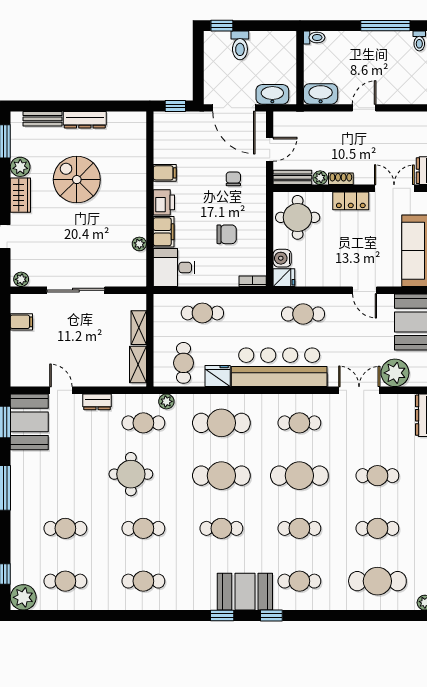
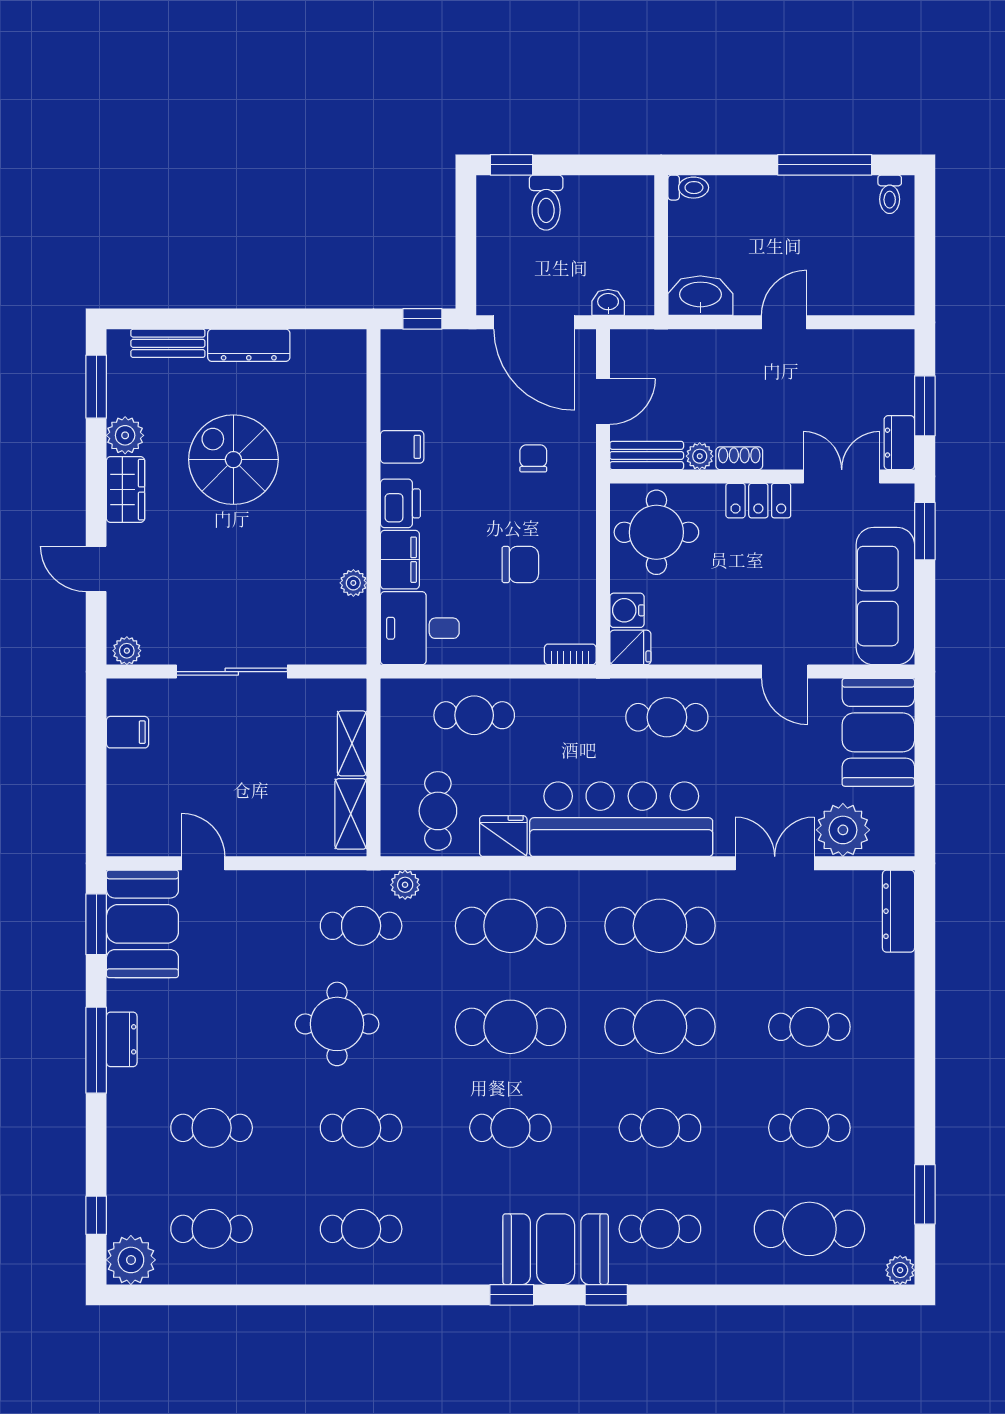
washbasin: (272, 94) -> (608, 302), width x0.52, depth x0.69
dresser: (97, 402) -> (122, 1039), moved, turned -90
cafe table: (299, 423) -> (660, 926), width x1.37, depth x1.35

